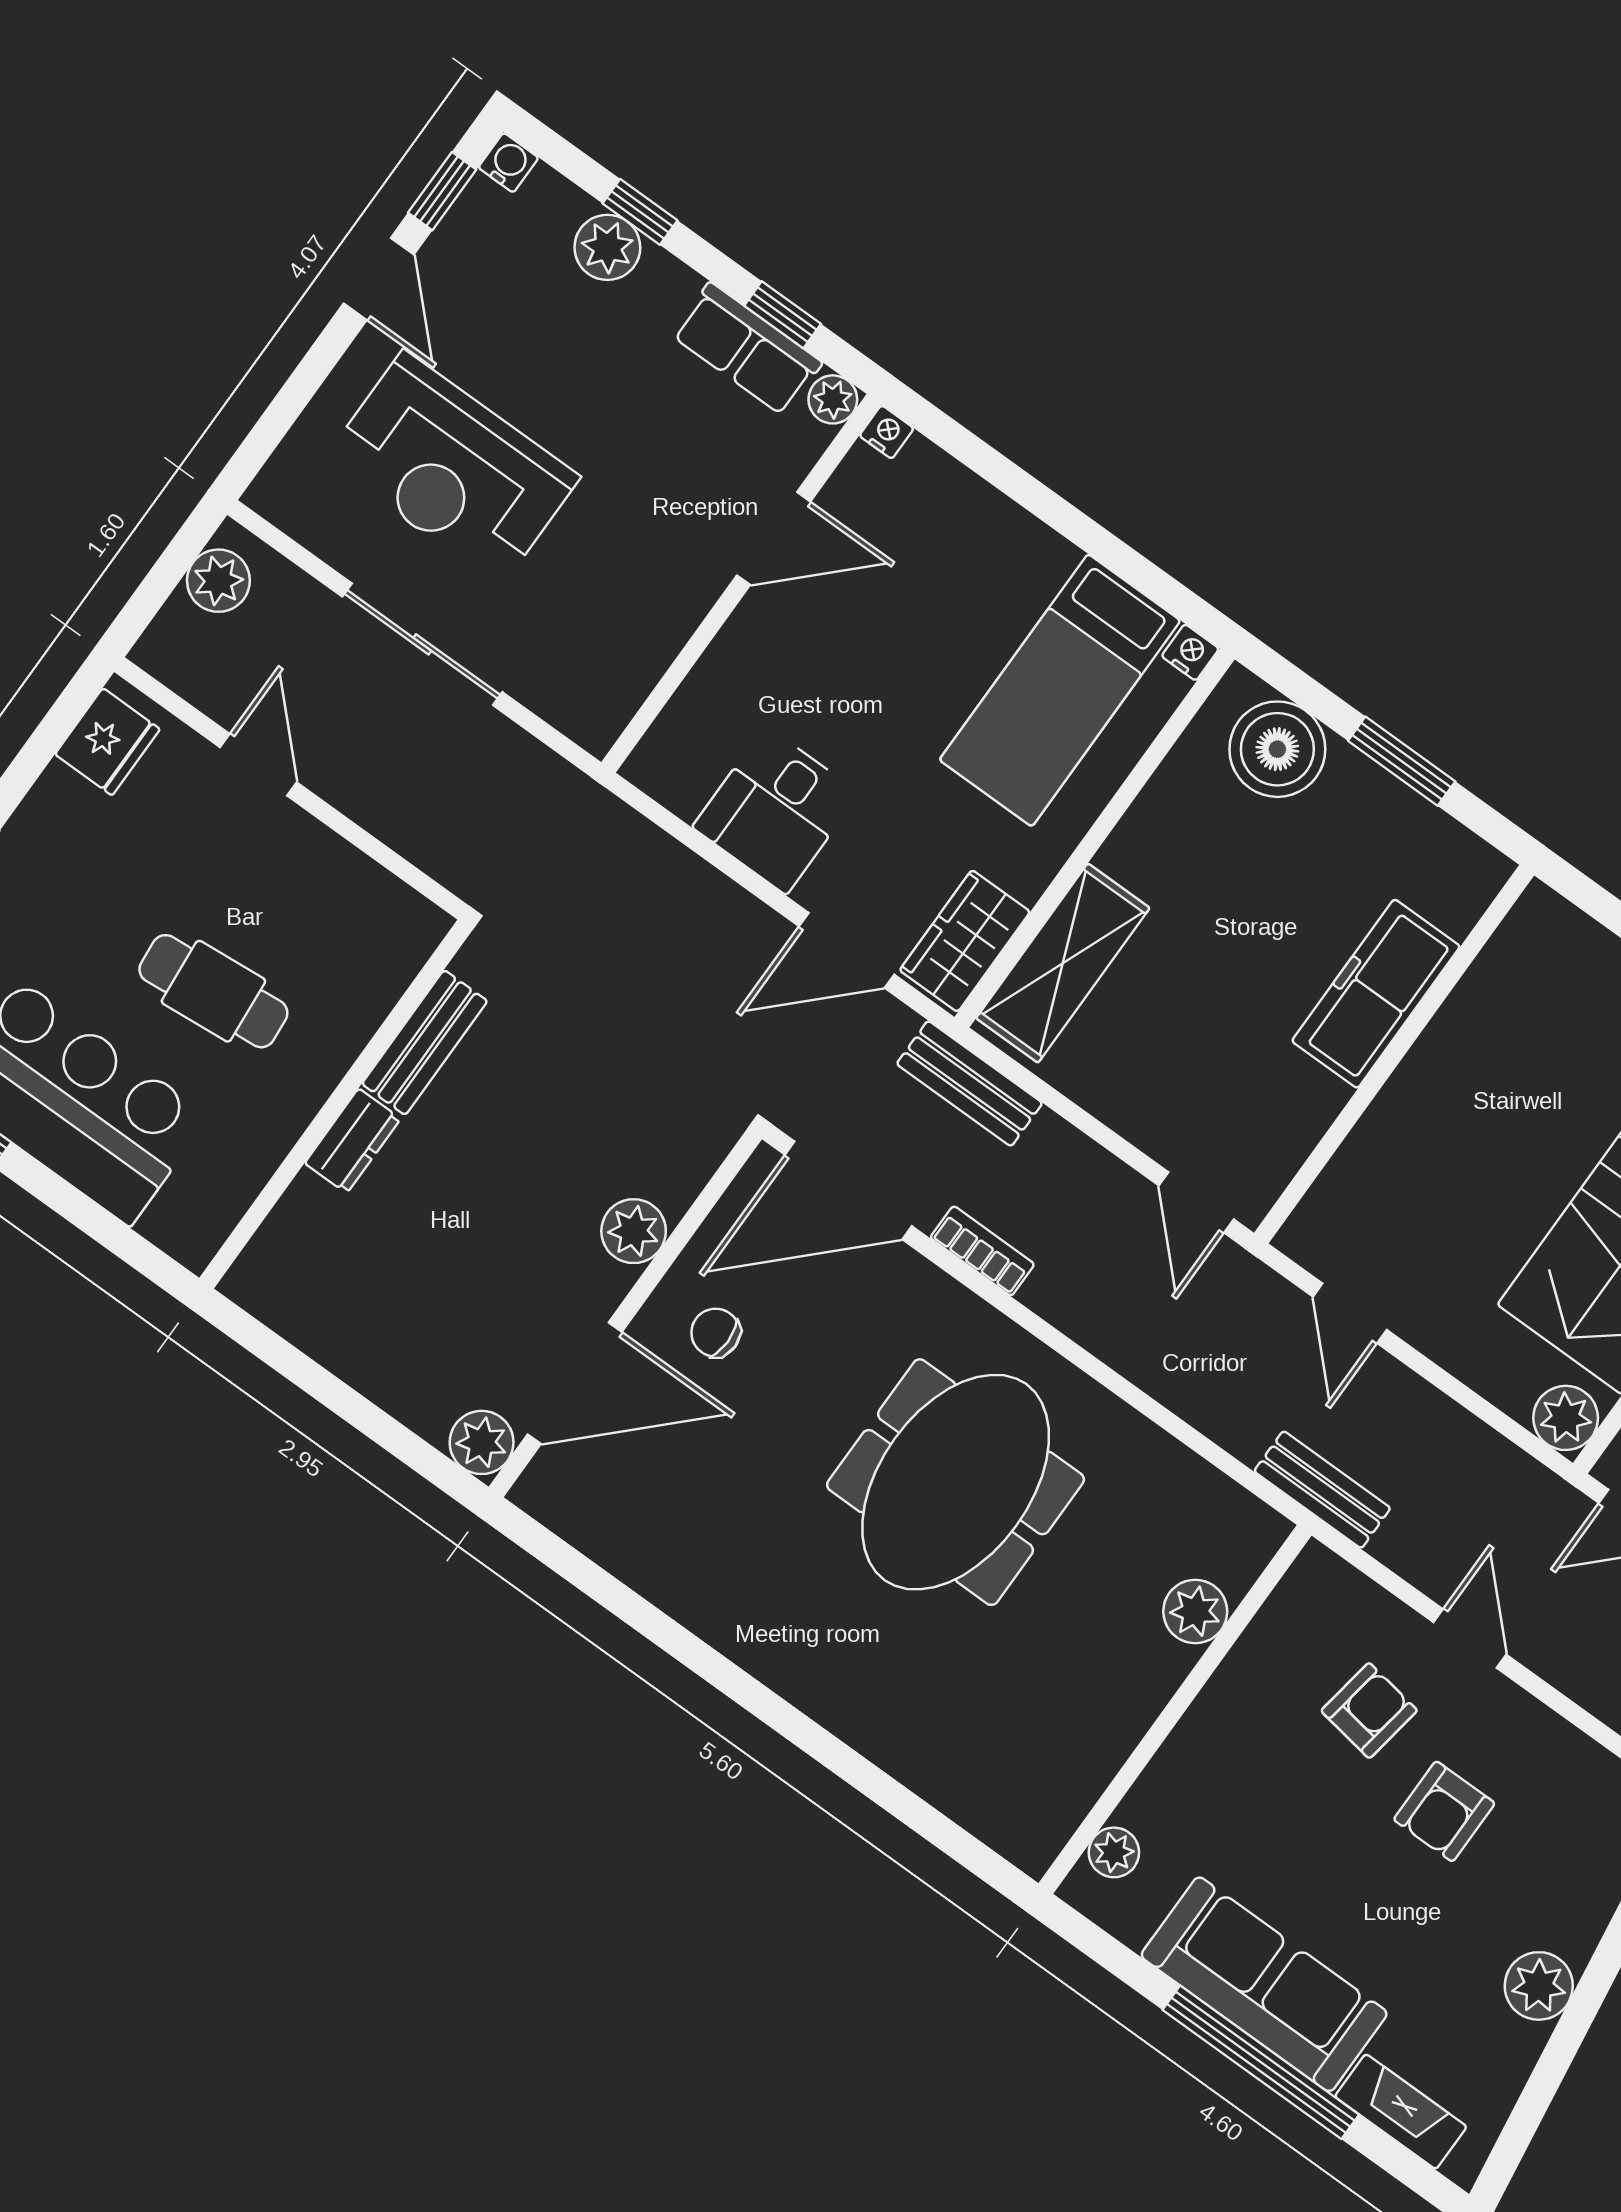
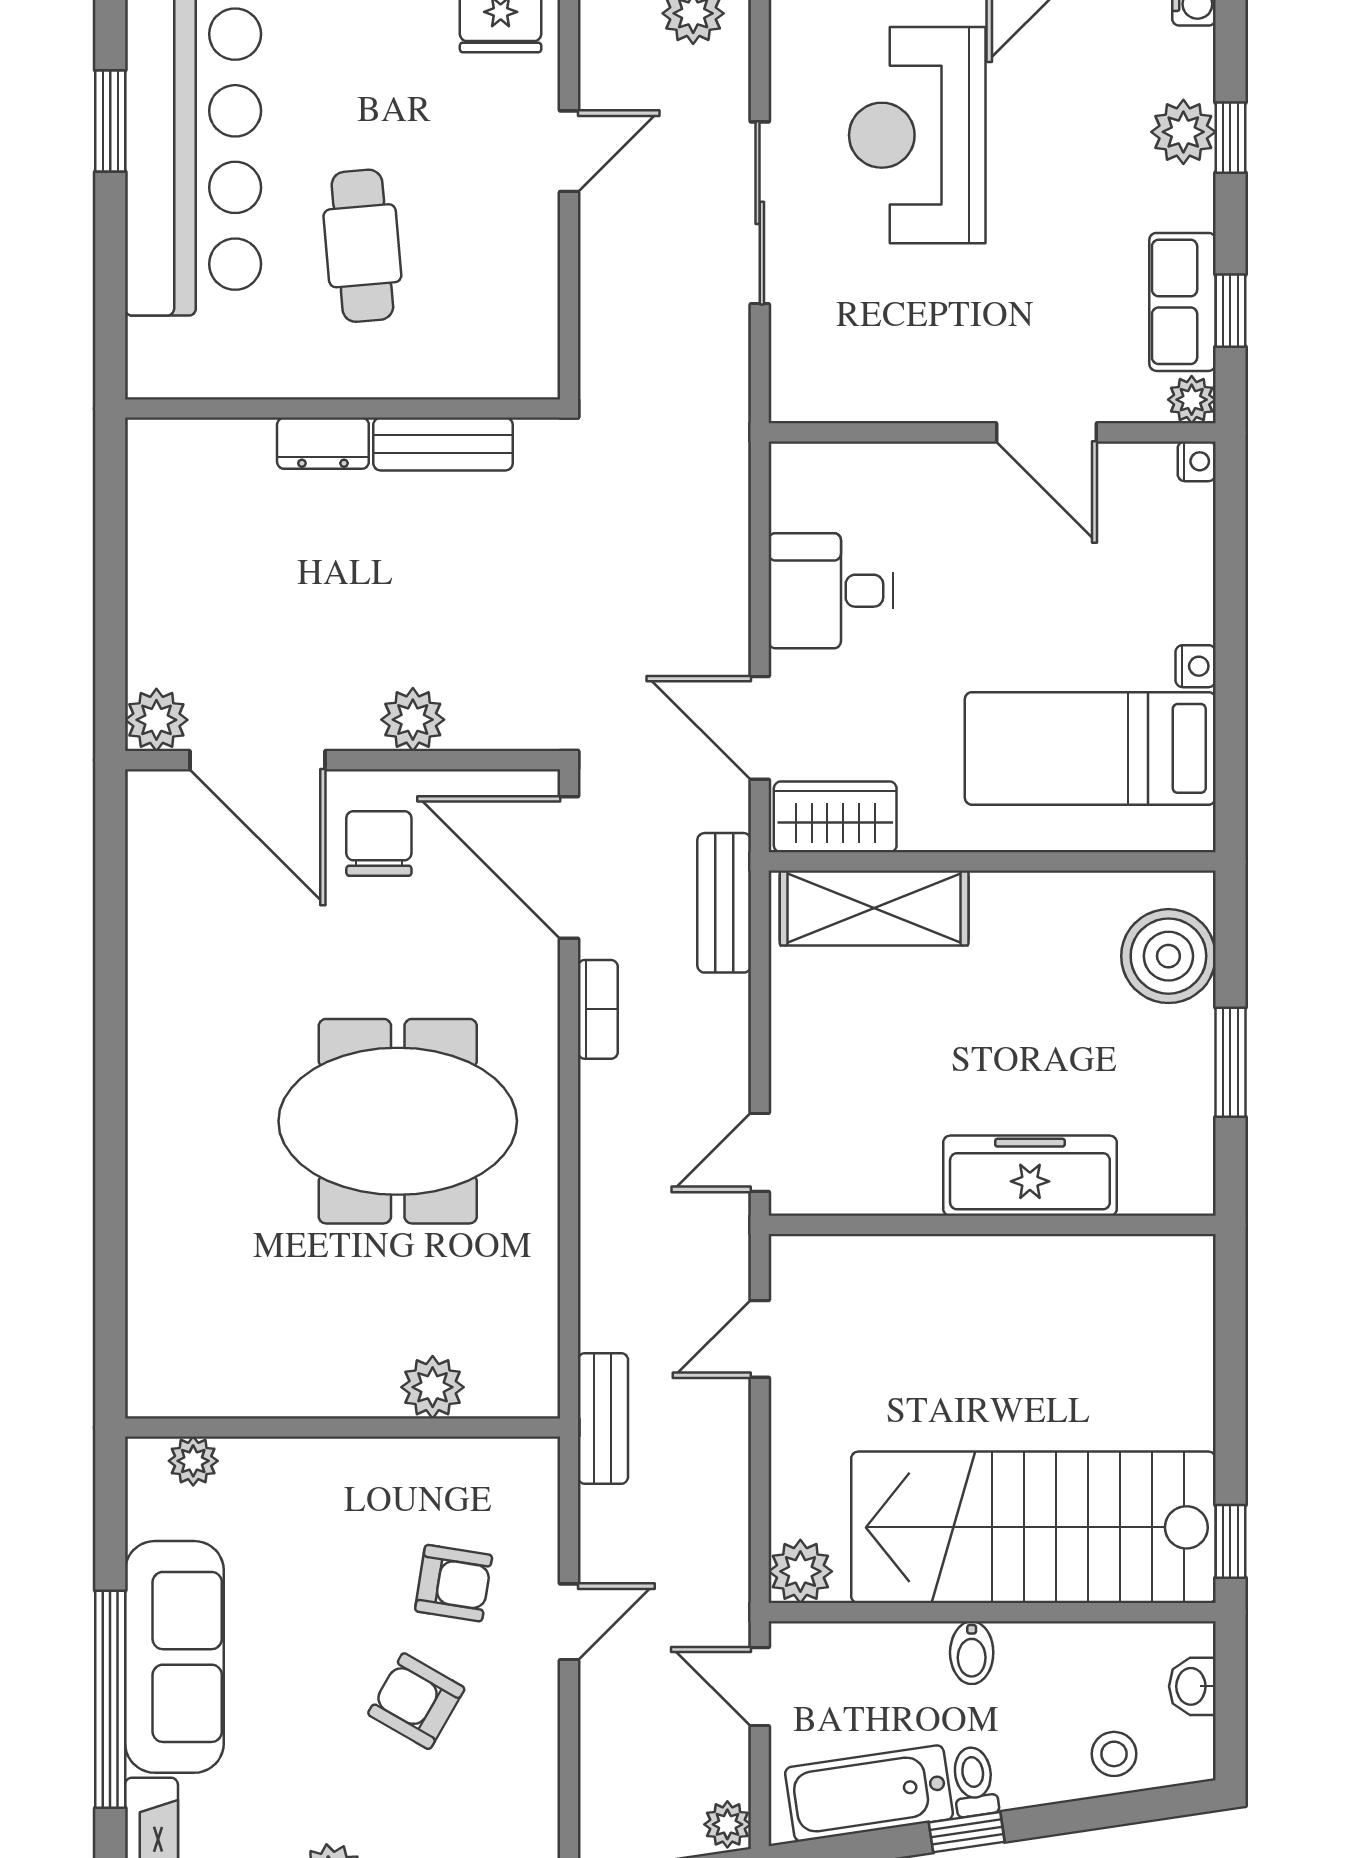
nightstand: (1190, 652) -> (1196, 666), moved
chair: (716, 1333) -> (379, 843), width x1.37, depth x1.37
armchair: (1444, 1811) -> (416, 1701), turned 30

